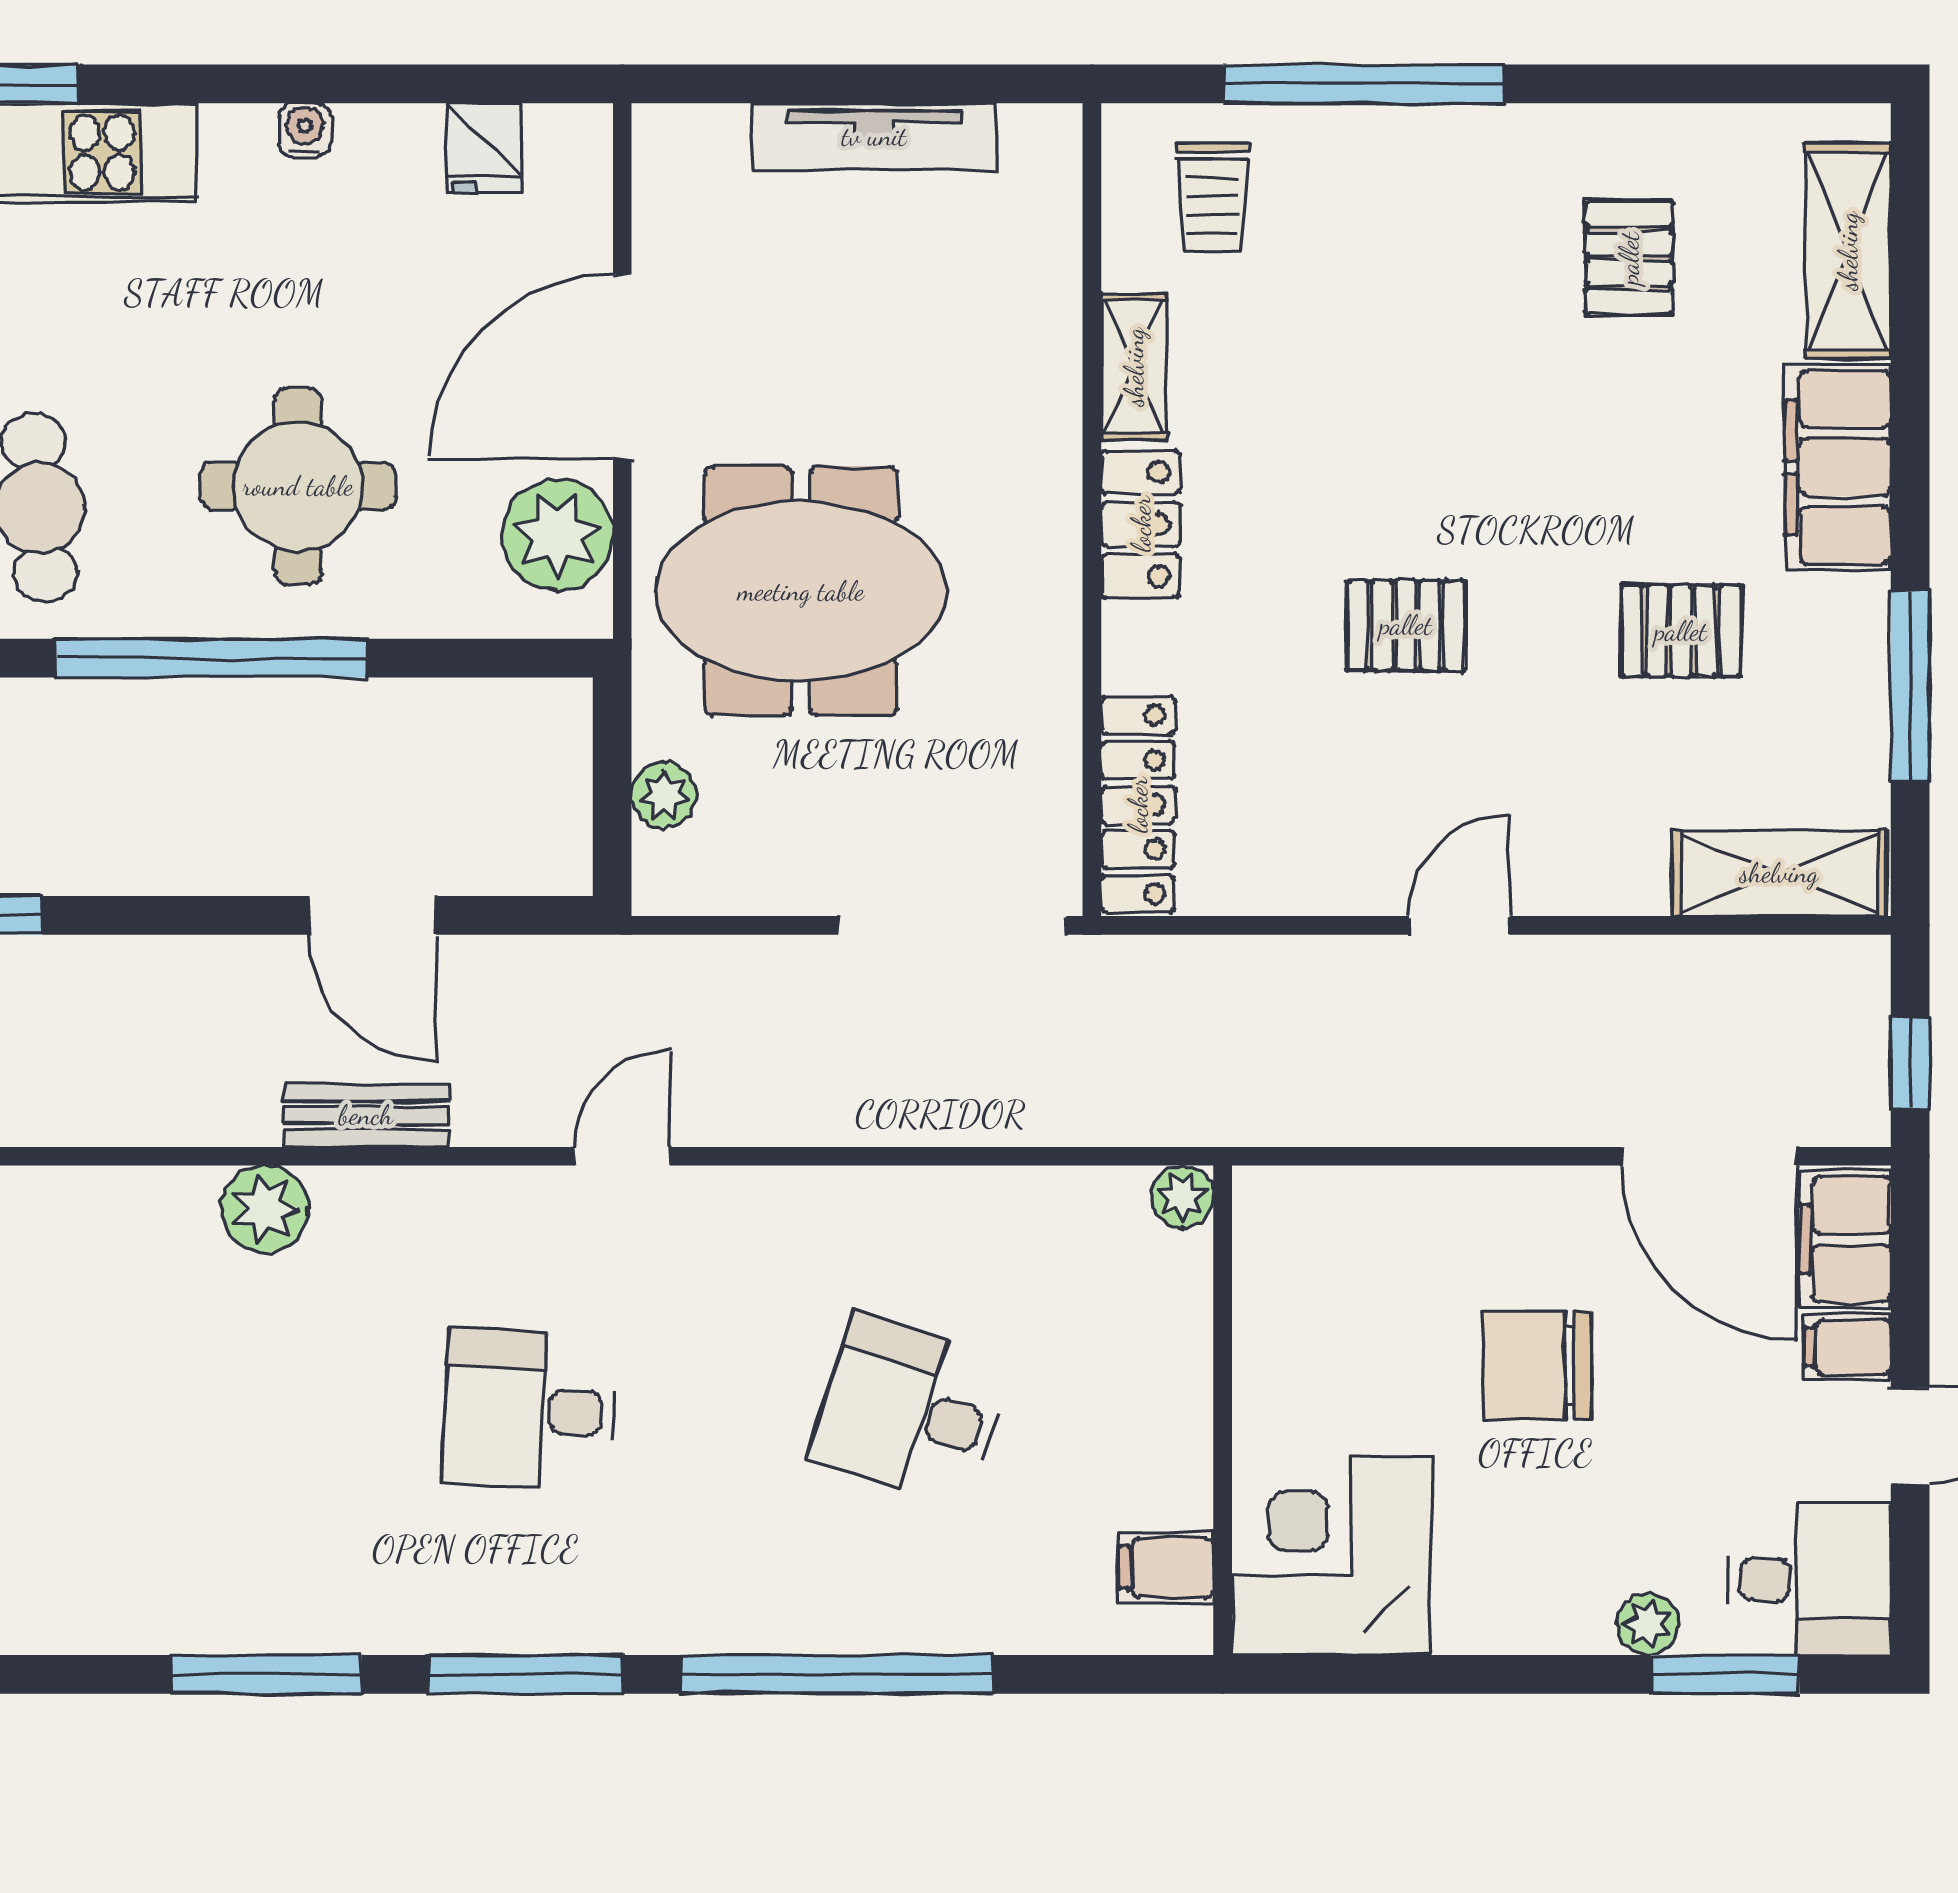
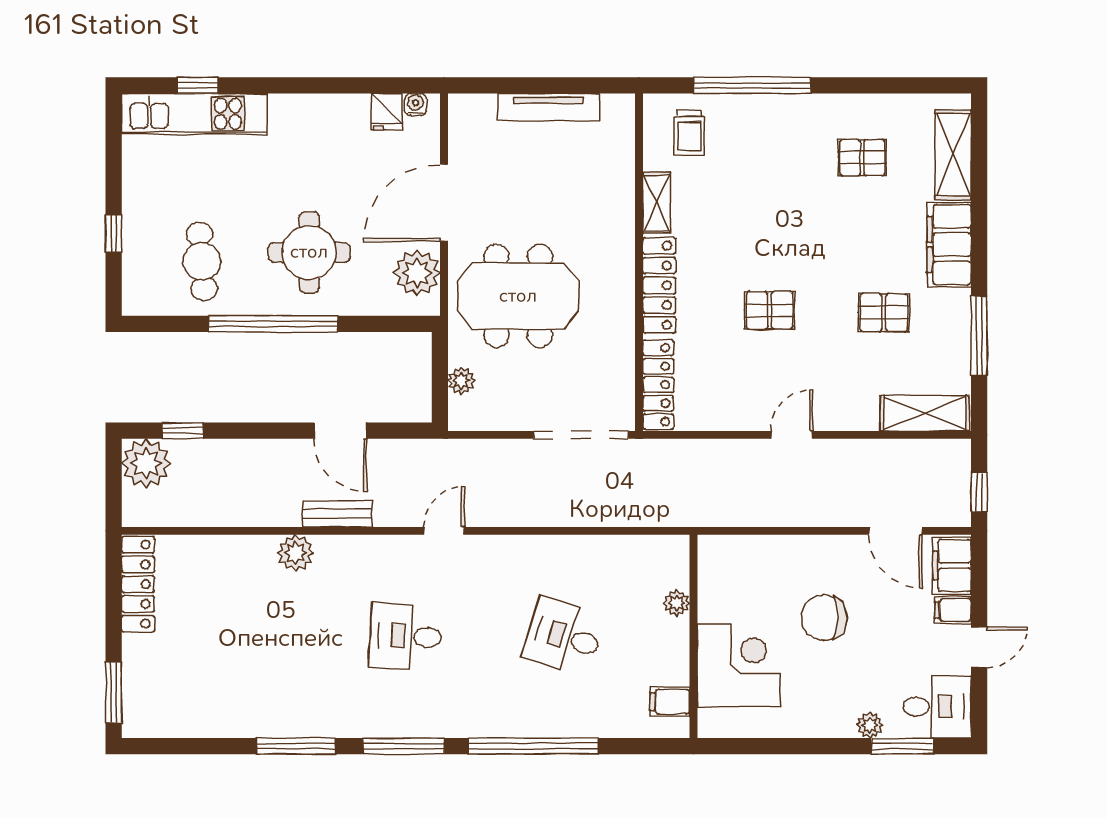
water cooler: (305, 130) -> (416, 104), moved
pallet: (1629, 258) -> (862, 158), turned 90
locker: (1141, 524) -> (659, 285), width x1.53
door: (1709, 1156) -> (896, 531), width x0.73
plant: (1182, 1197) -> (677, 603), moved
corner desk: (1332, 1555) -> (739, 665), moved, turned 90

